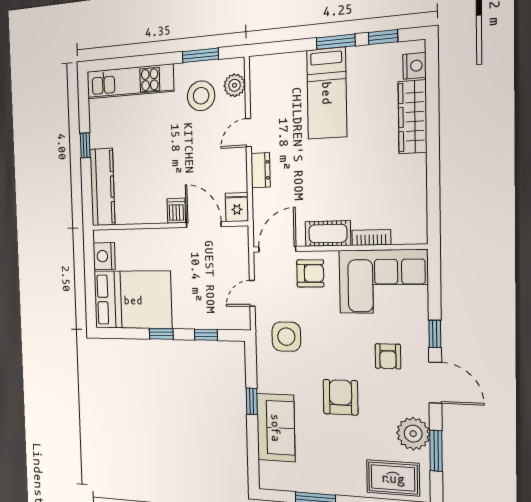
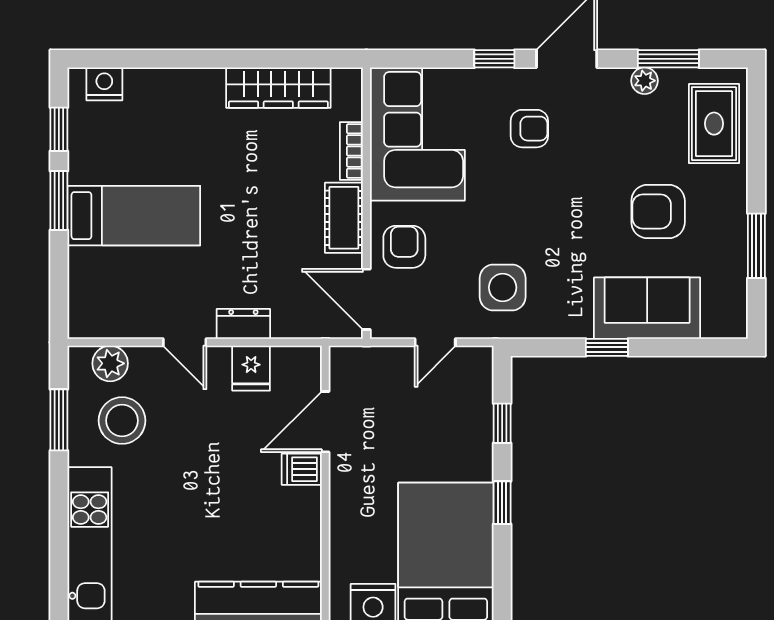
wardrobe: (413, 117) -> (278, 88), moved
fridge: (237, 207) -> (251, 368), moved, turned -90
door: (252, 293) -> (435, 342), hinge flipped
armchair: (341, 397) -> (658, 211), moved
plant: (413, 434) -> (645, 81), width x0.53, depth x0.53

